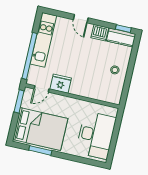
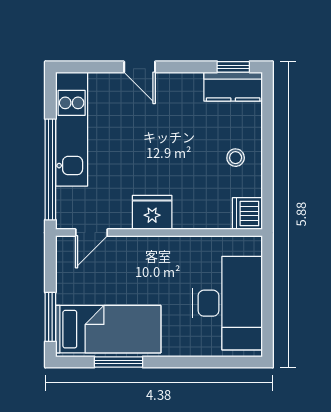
dishwasher: (100, 33) -> (247, 214), moved, turned 90
fridge: (61, 84) -> (152, 212), moved
window: (19, 101) -> (50, 317), moved
bed: (40, 129) -> (108, 329), width x0.67

